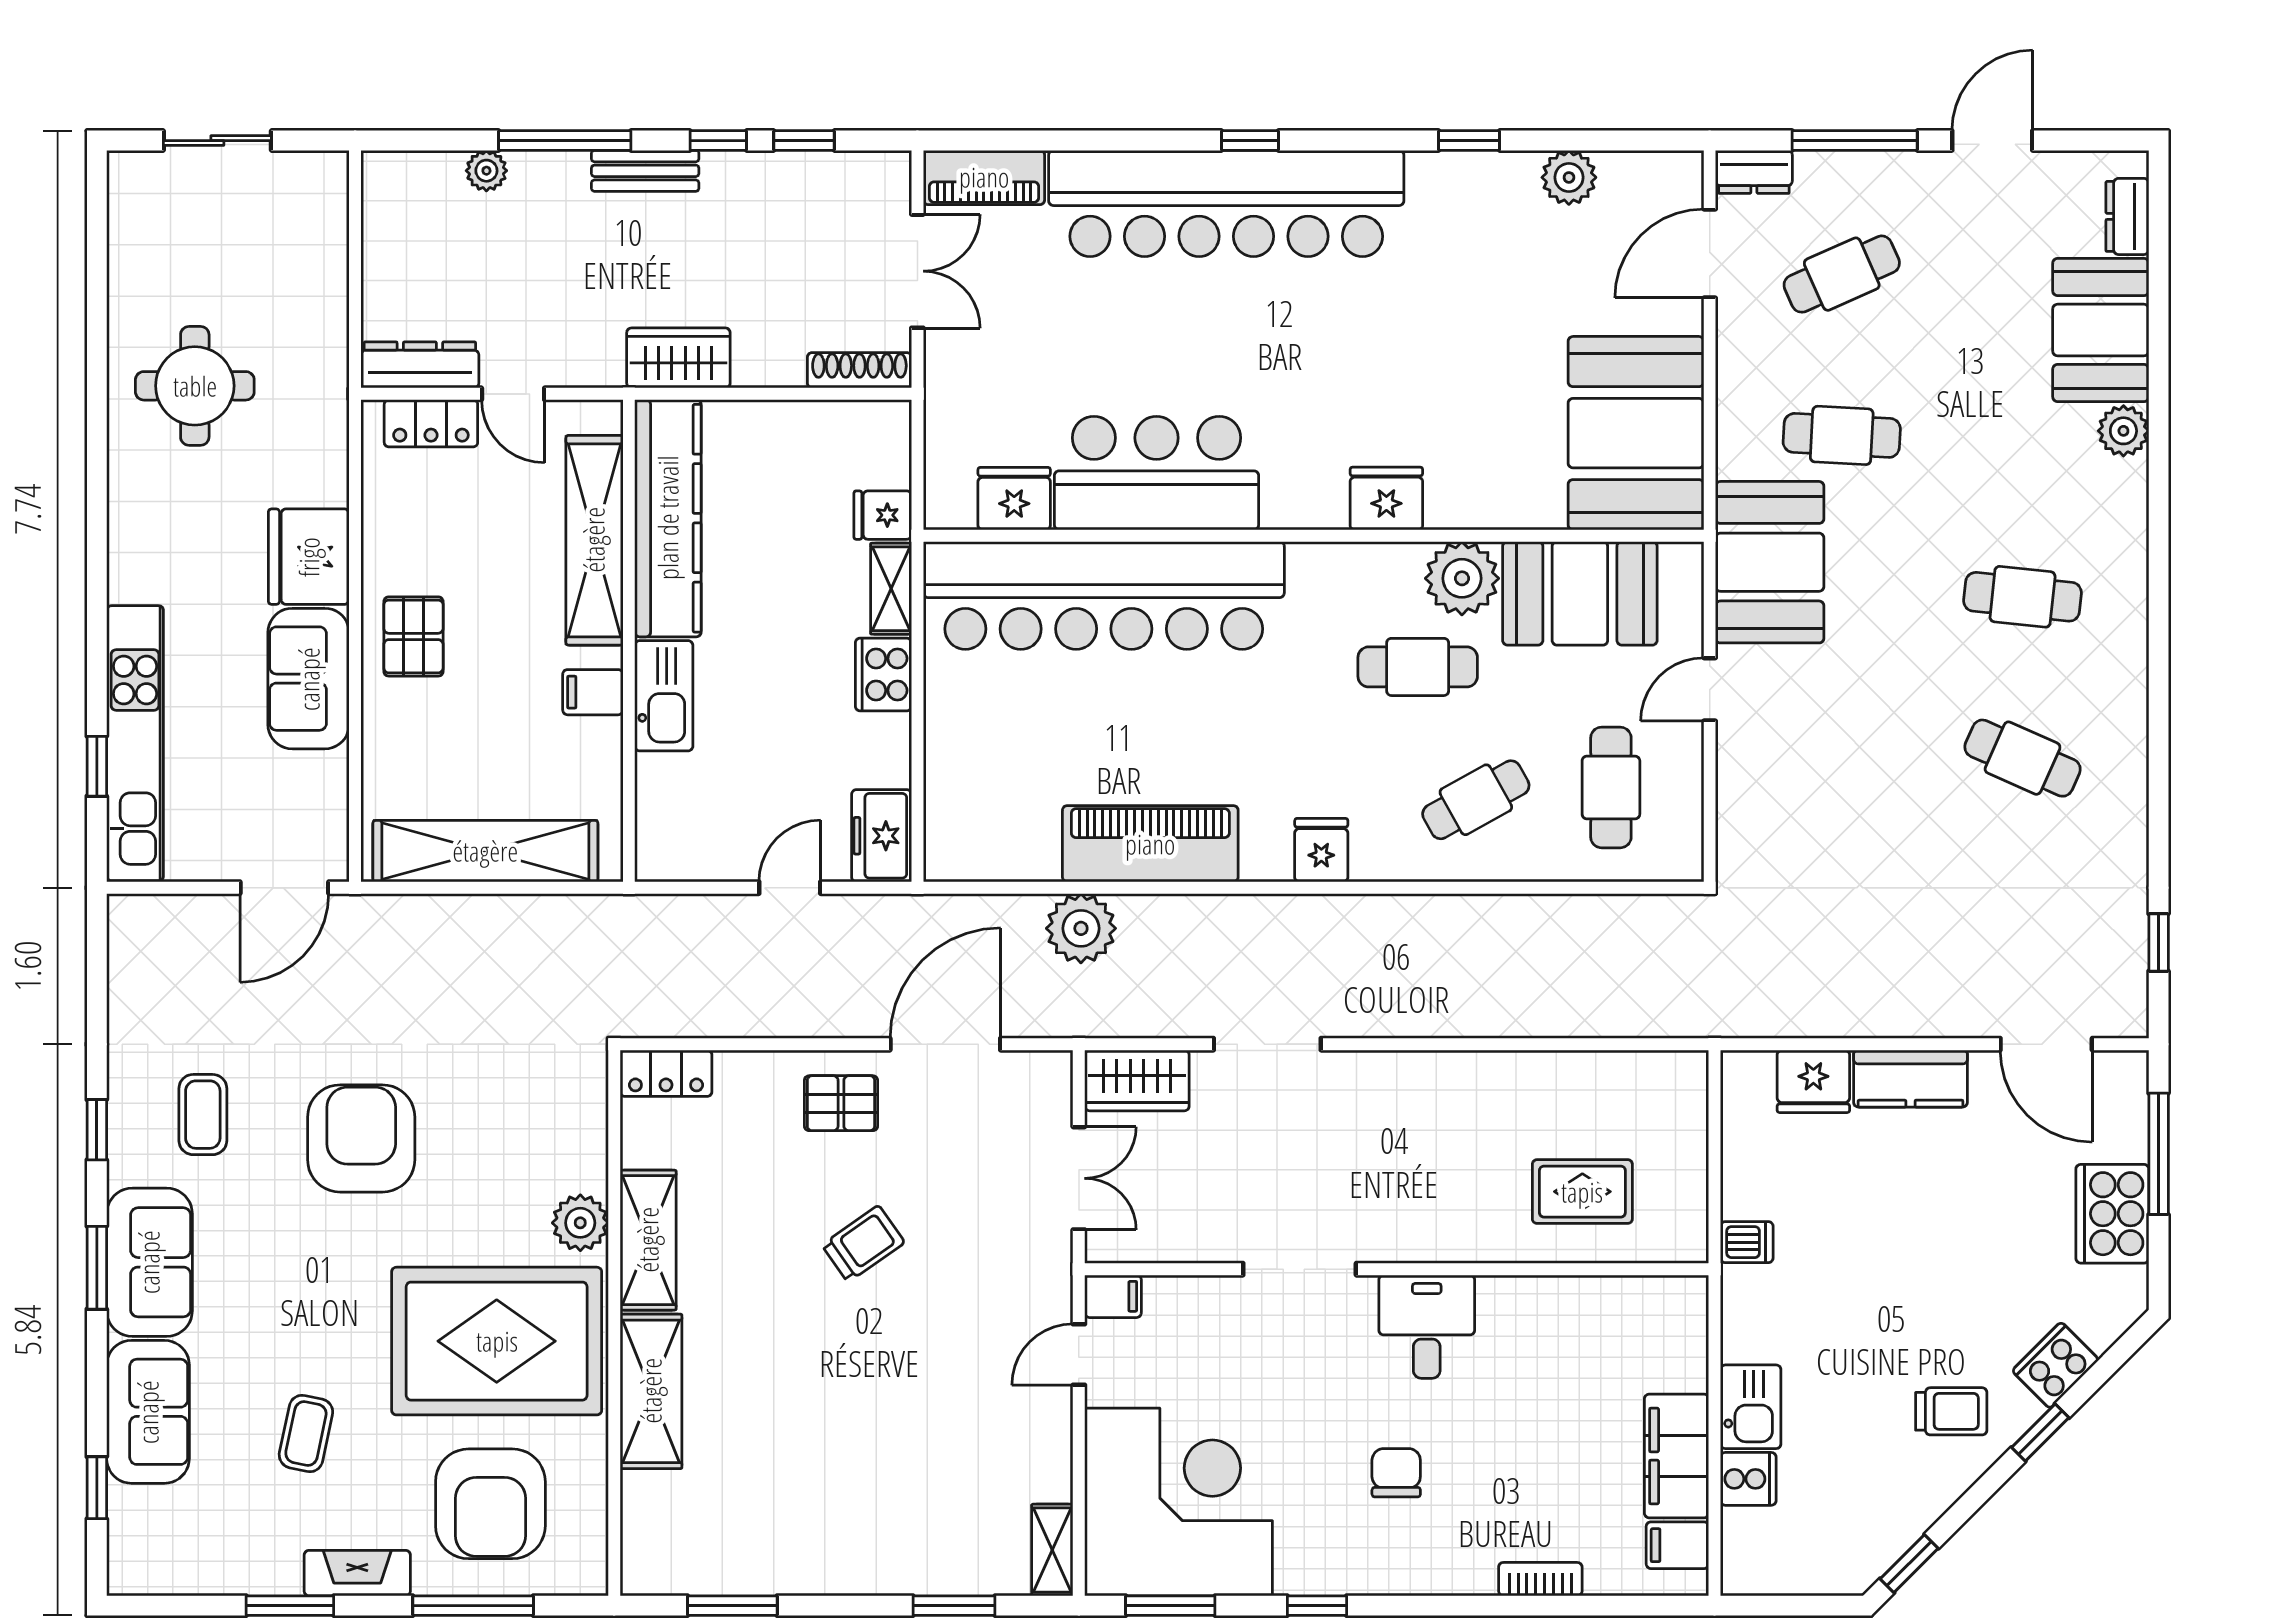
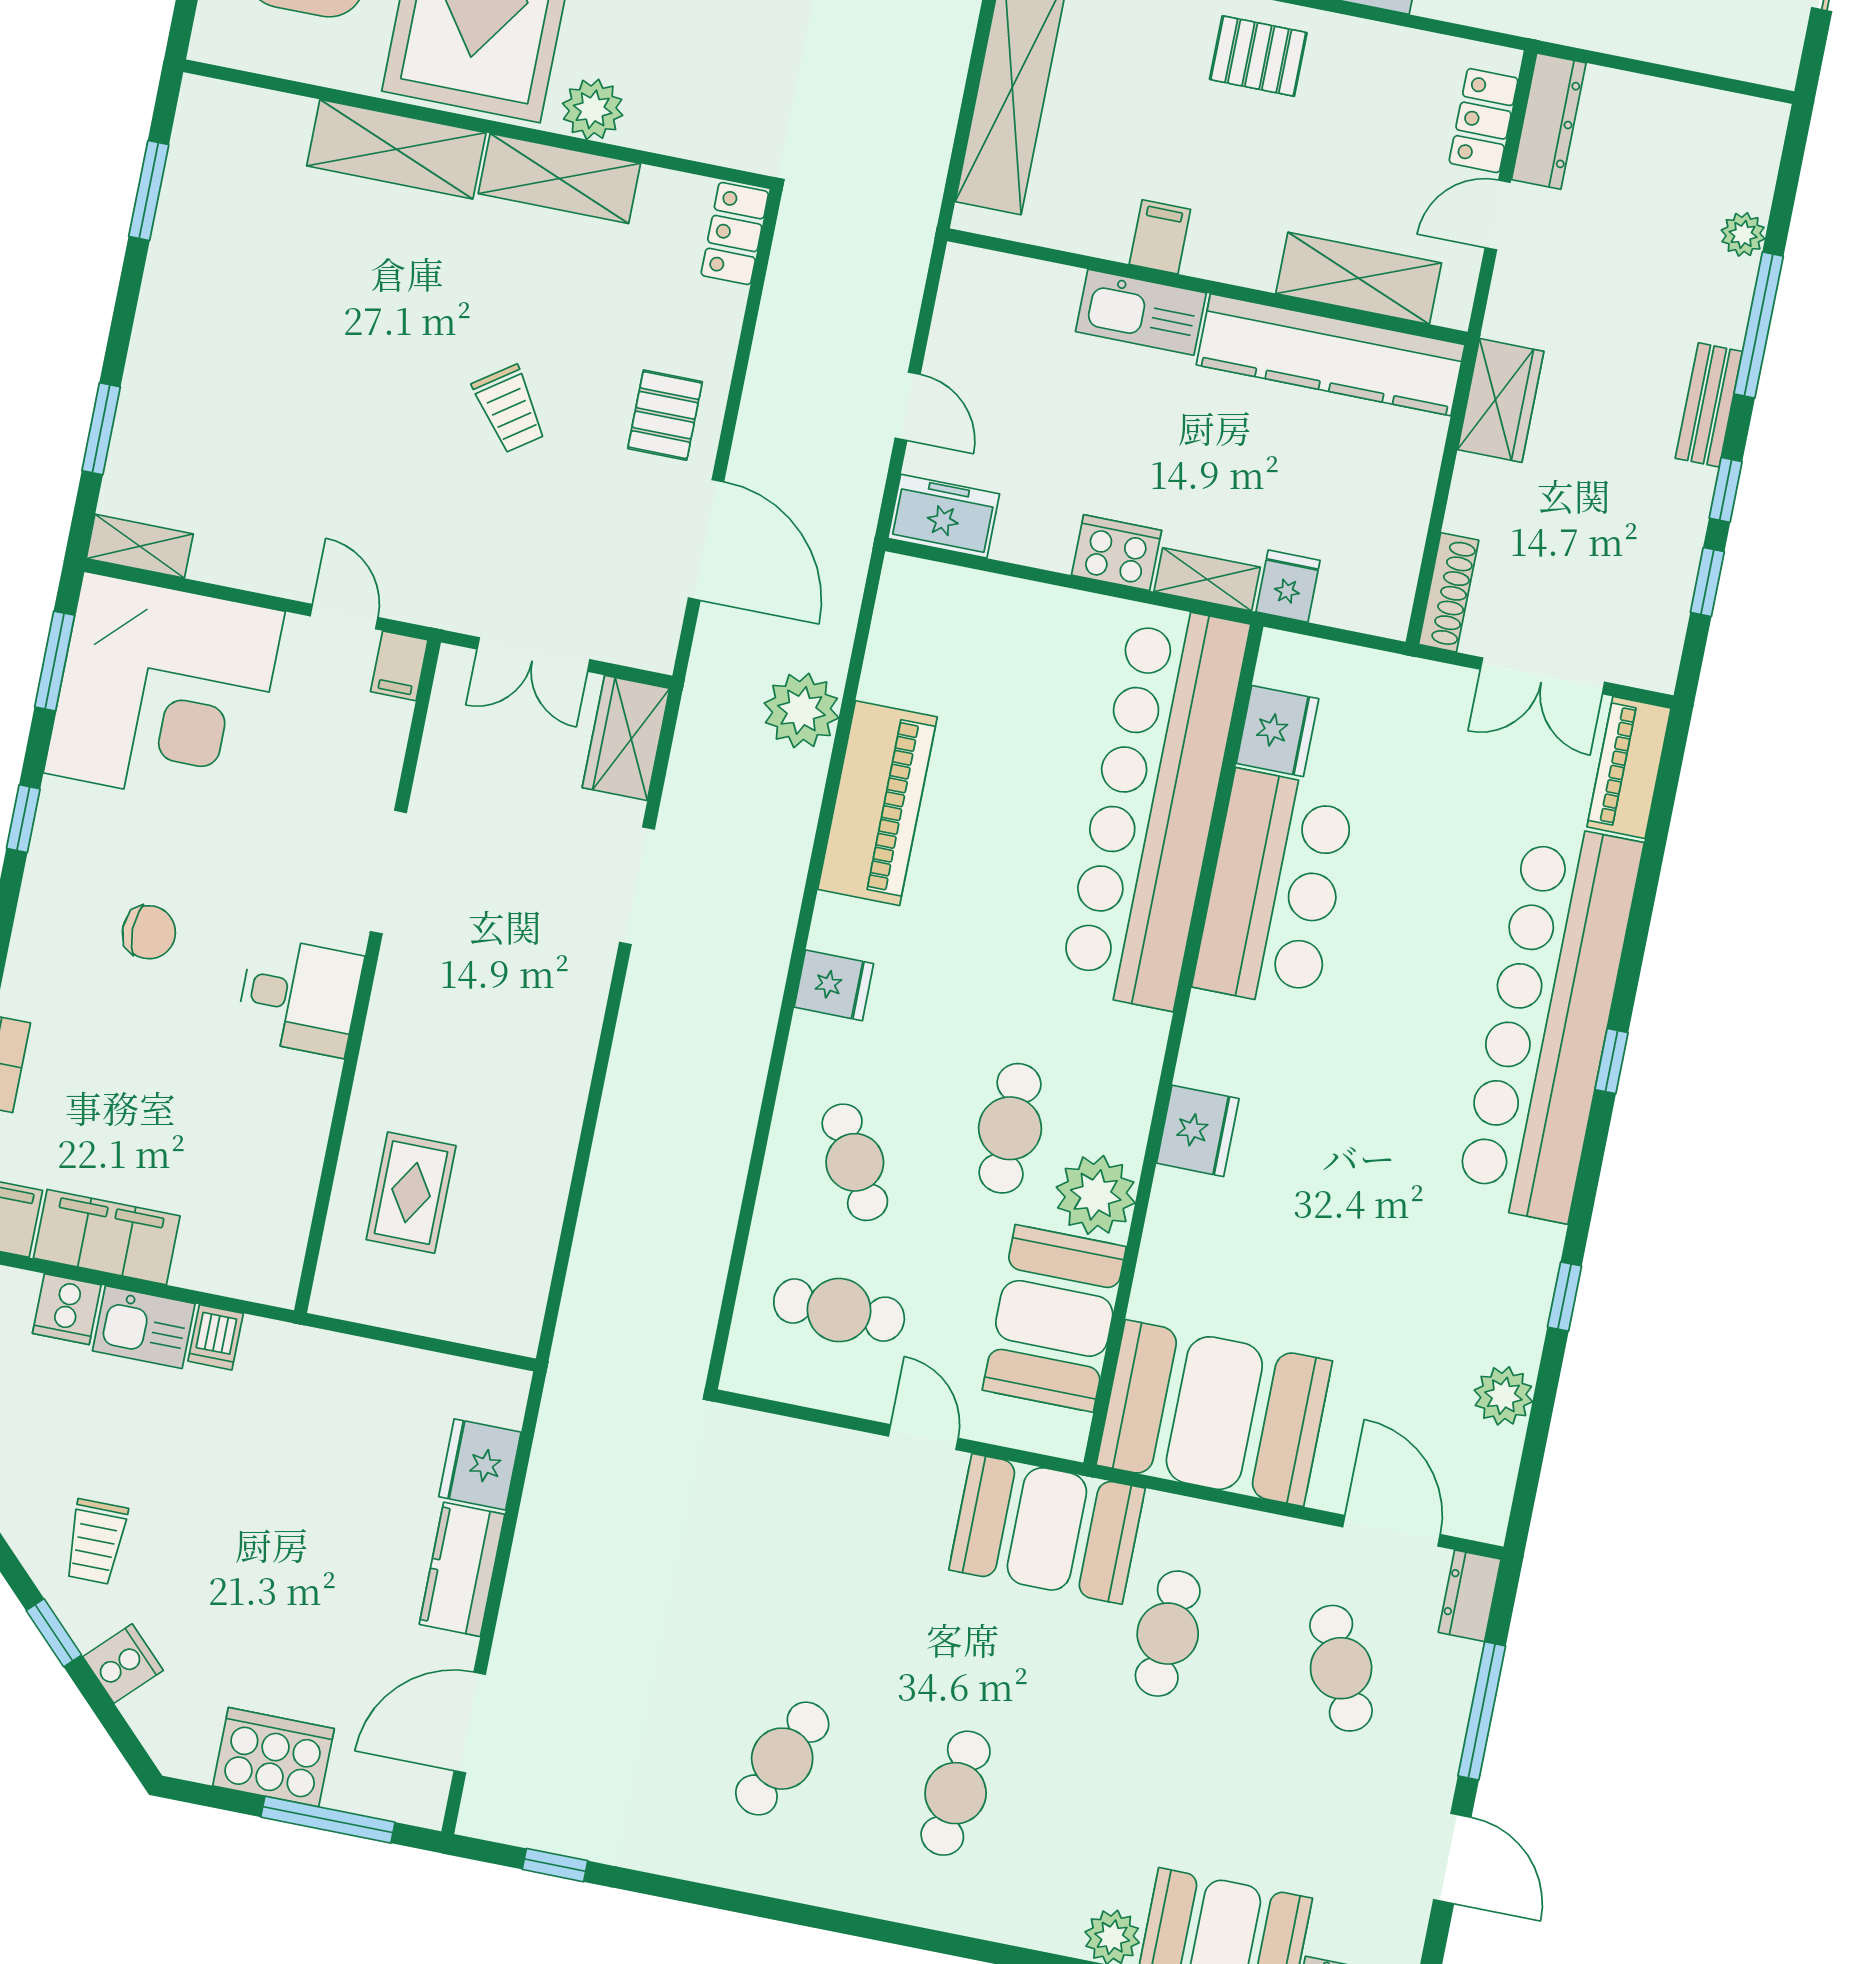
shelving: (594, 540) -> (1359, 278), width x0.68
dishwasher: (1747, 1242) -> (216, 1337), moved
cooker: (2055, 1365) -> (123, 1664), width x0.73

